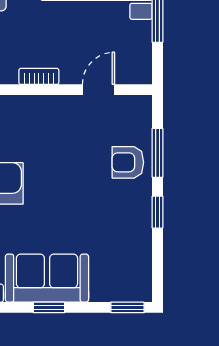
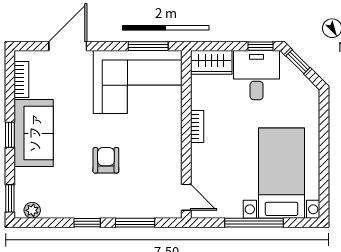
door: (98, 90) -> (186, 197), moved
armchair: (128, 162) -> (106, 160), moved
plant: (142, 280) -> (32, 210), added

